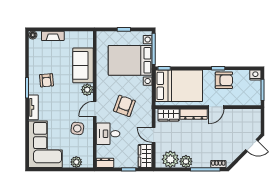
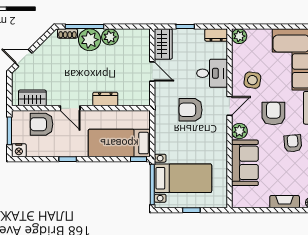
bed with nightstands: (130, 60) -> (183, 178), width x0.73
armchair: (224, 80) -> (42, 124), moved
bed: (179, 86) -> (119, 143), width x0.67
armchair: (61, 103) -> (273, 113), added
armchair: (124, 106) -> (191, 110), turned 70
door: (216, 107) -> (70, 108), swing flipped
dresser: (194, 114) -> (105, 99), width x0.70
wardrobe: (169, 115) -> (32, 98), moved
plant: (170, 159) -> (90, 40), moved
plant: (76, 162) -> (239, 36), moved

